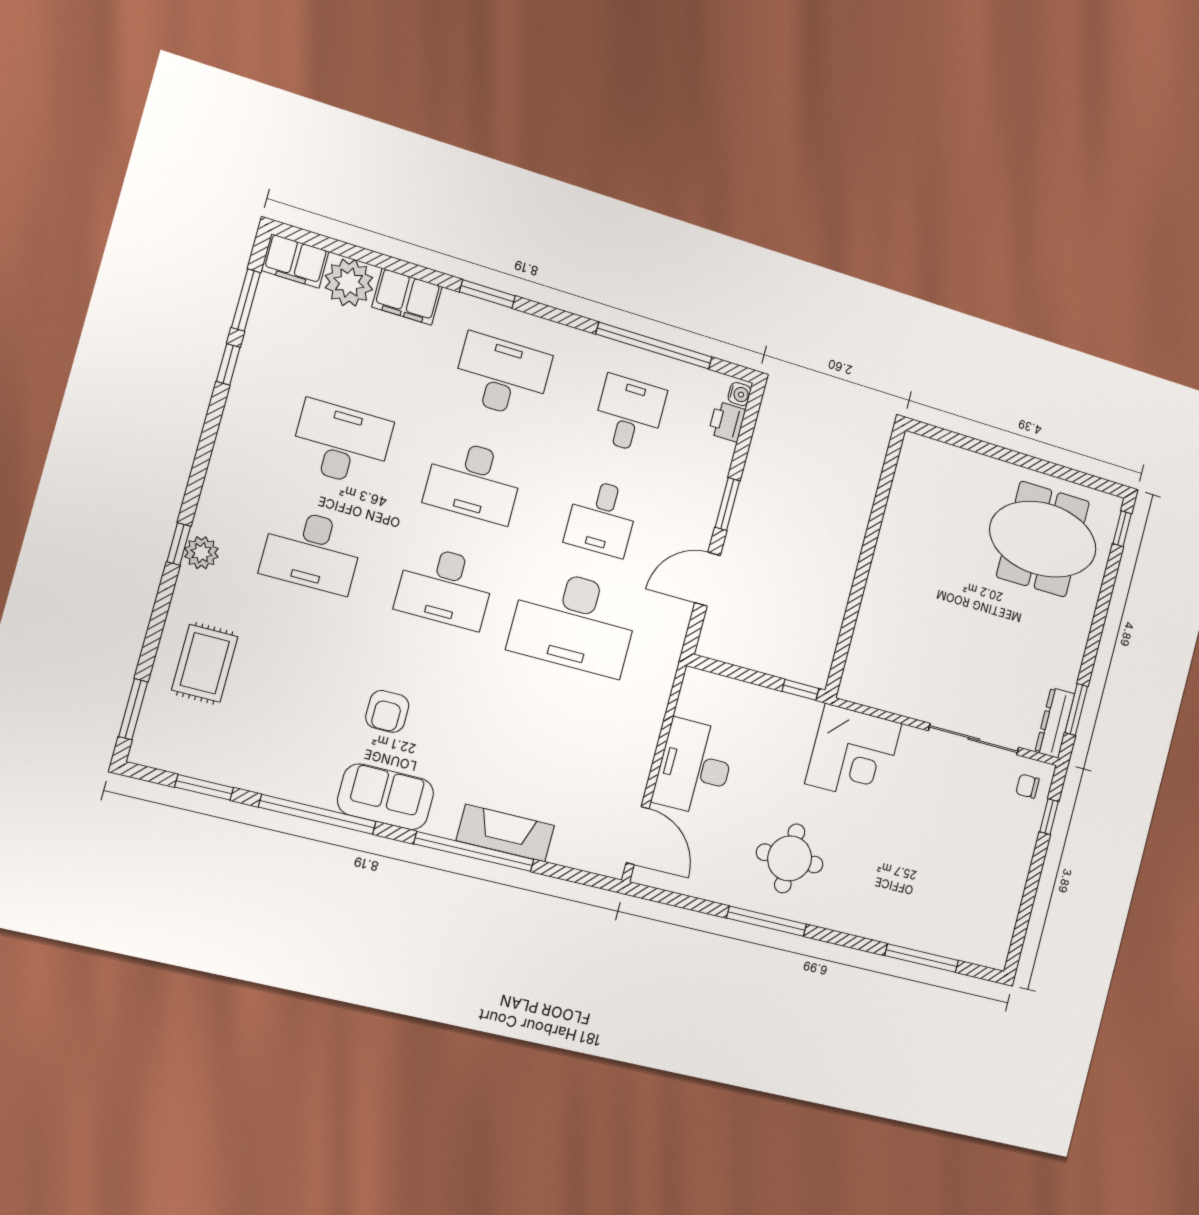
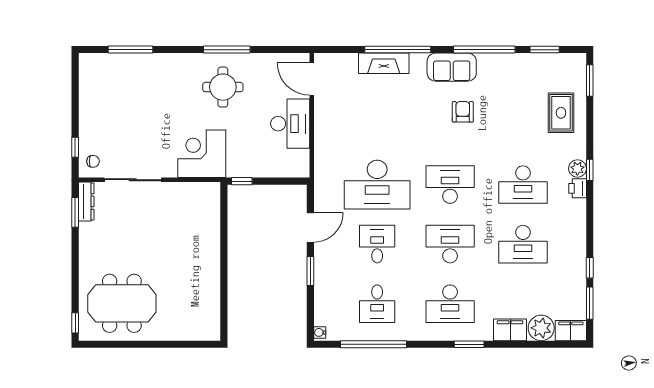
printer: (727, 422) -> (578, 188), moved, turned 180
desk: (312, 551) -> (523, 185), turned 180
desk: (574, 622) -> (377, 185), turned 180

